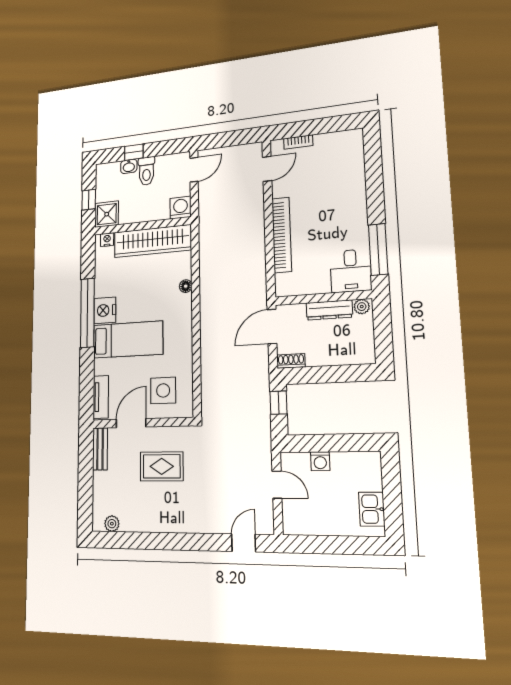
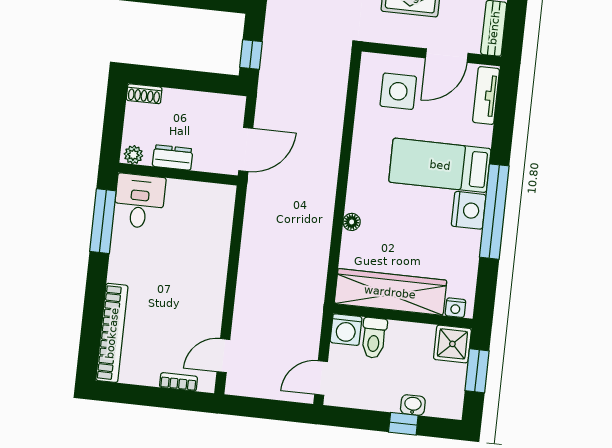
toilet: (146, 171) -> (374, 338), moved, turned 180
window: (89, 200) -> (477, 371), width x1.50
bookcase: (282, 235) -> (112, 333), moved, turned 180
dresser: (329, 310) -> (173, 158), width x0.70
shoe rack: (291, 361) -> (144, 94), moved

